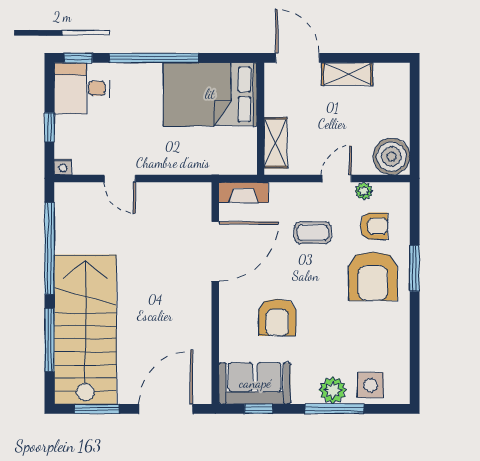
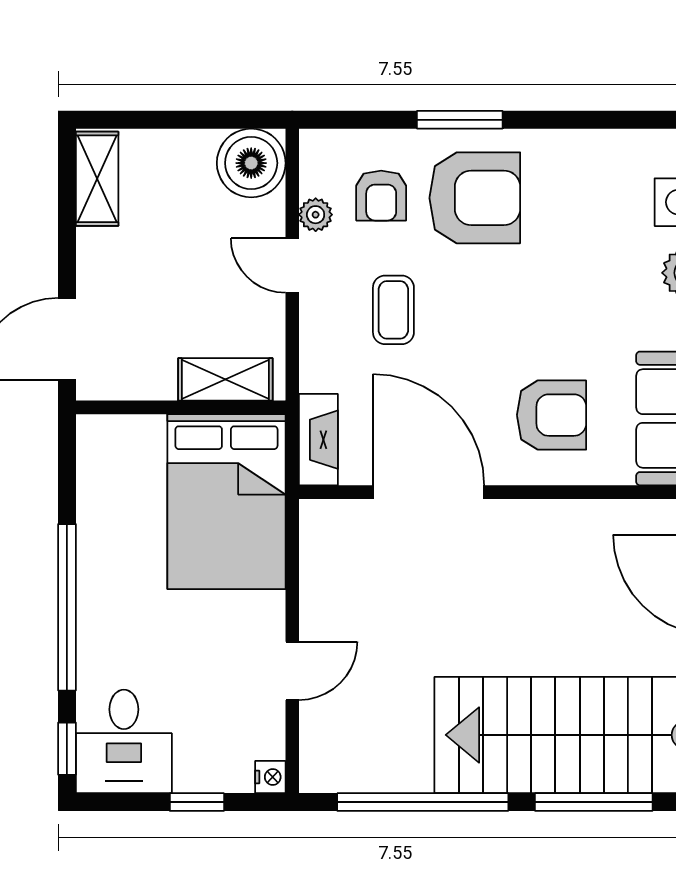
shelving: (347, 74) -> (97, 179), moved
bed: (210, 94) -> (226, 502), moved
armchair: (374, 226) -> (381, 196), turned 180
armchair: (277, 317) -> (552, 415), moved

